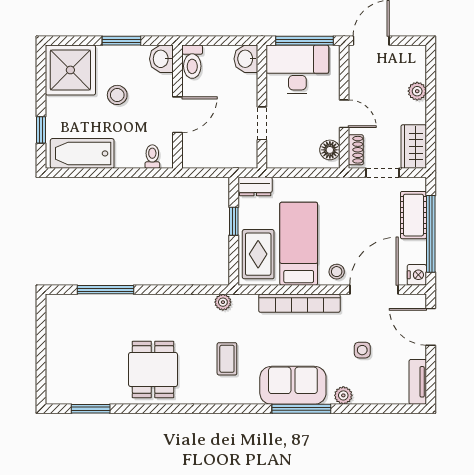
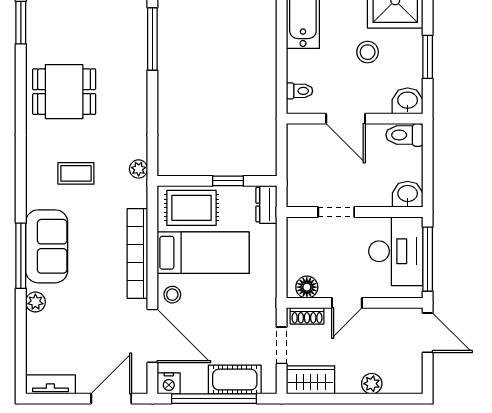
side table: (362, 350) -> (86, 323), removed

